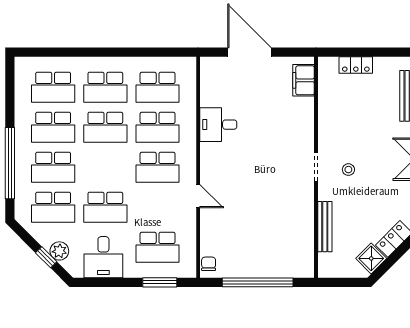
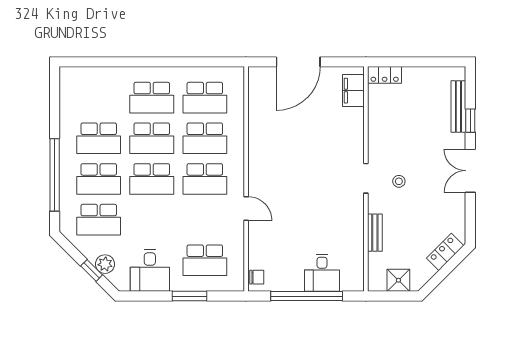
door: (249, 52) -> (298, 62), swing flipped
locker: (356, 65) -> (385, 75), moved
school desk: (53, 87) -> (99, 98), removed
desk: (218, 125) -> (322, 273), moved, turned -90
school desk: (105, 207) -> (152, 179), moved
bench: (325, 227) -> (375, 233), width x0.73
shower: (371, 258) -> (398, 280), moved, turned 45
chair: (209, 264) -> (257, 277), turned 90
window: (160, 282) -> (190, 296), moved

